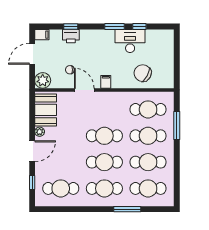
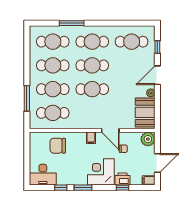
desk: (130, 41) -> (43, 175), moved
corner desk: (95, 44) -> (101, 172), added
chair: (143, 73) -> (58, 146), turned 152

